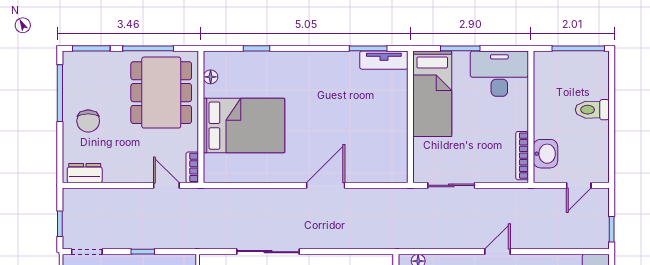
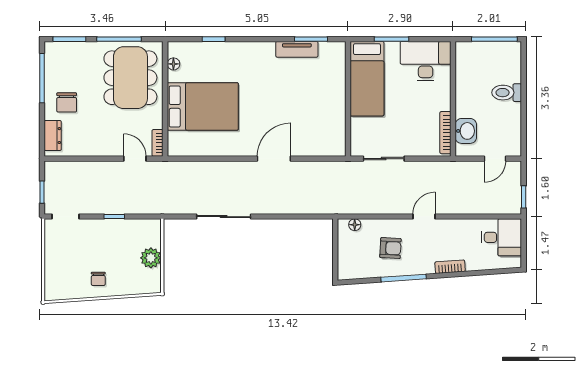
tv unit: (384, 60) -> (297, 49), moved
dresser: (85, 173) -> (53, 136), moved, turned 90

